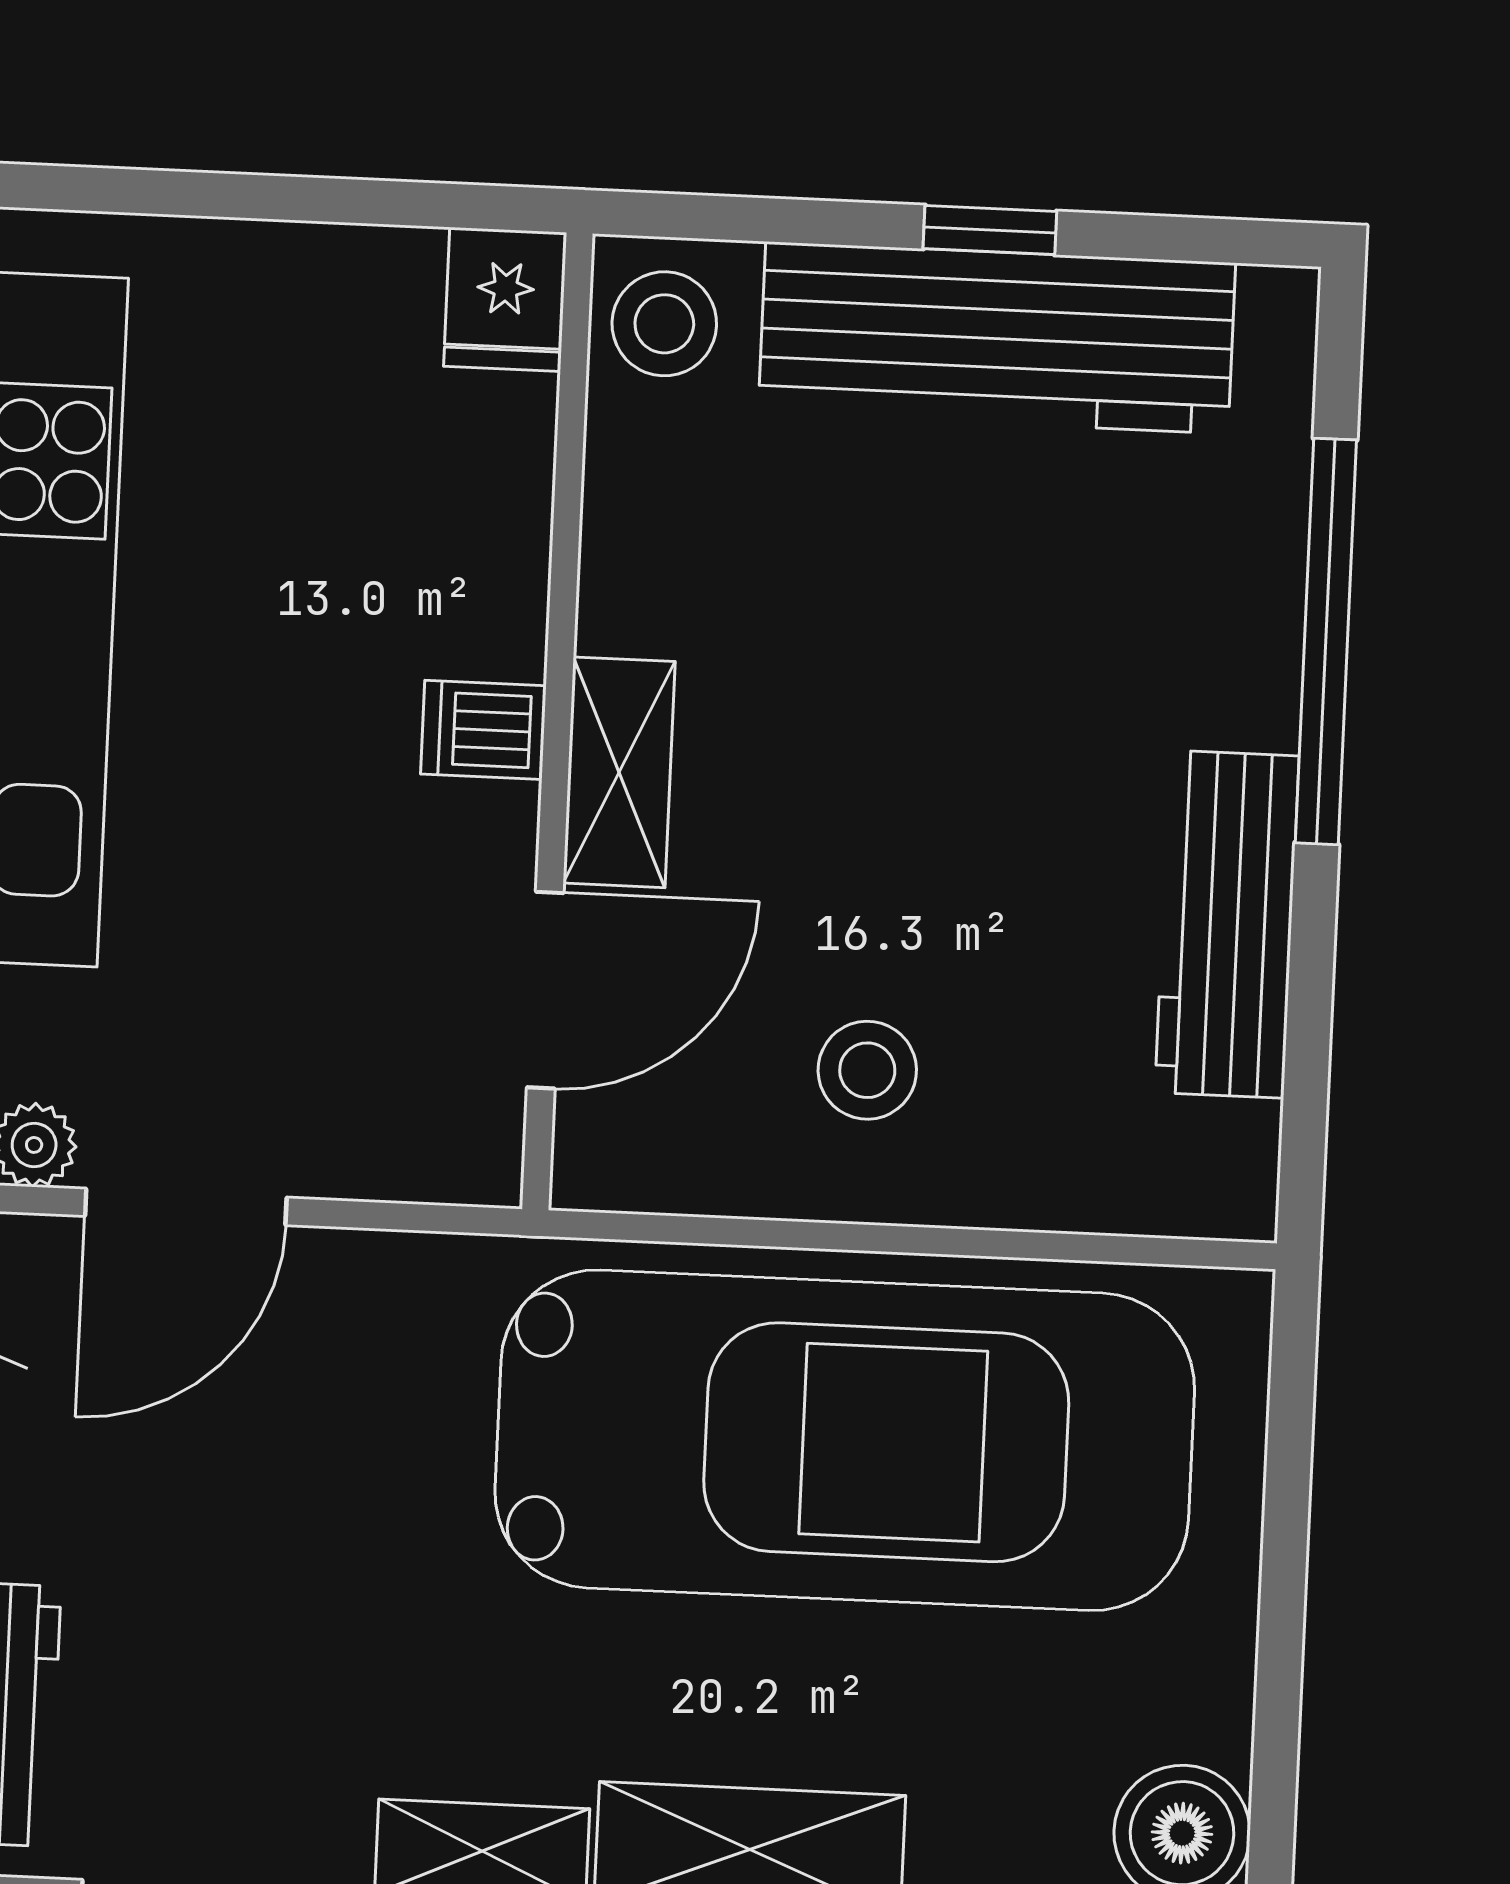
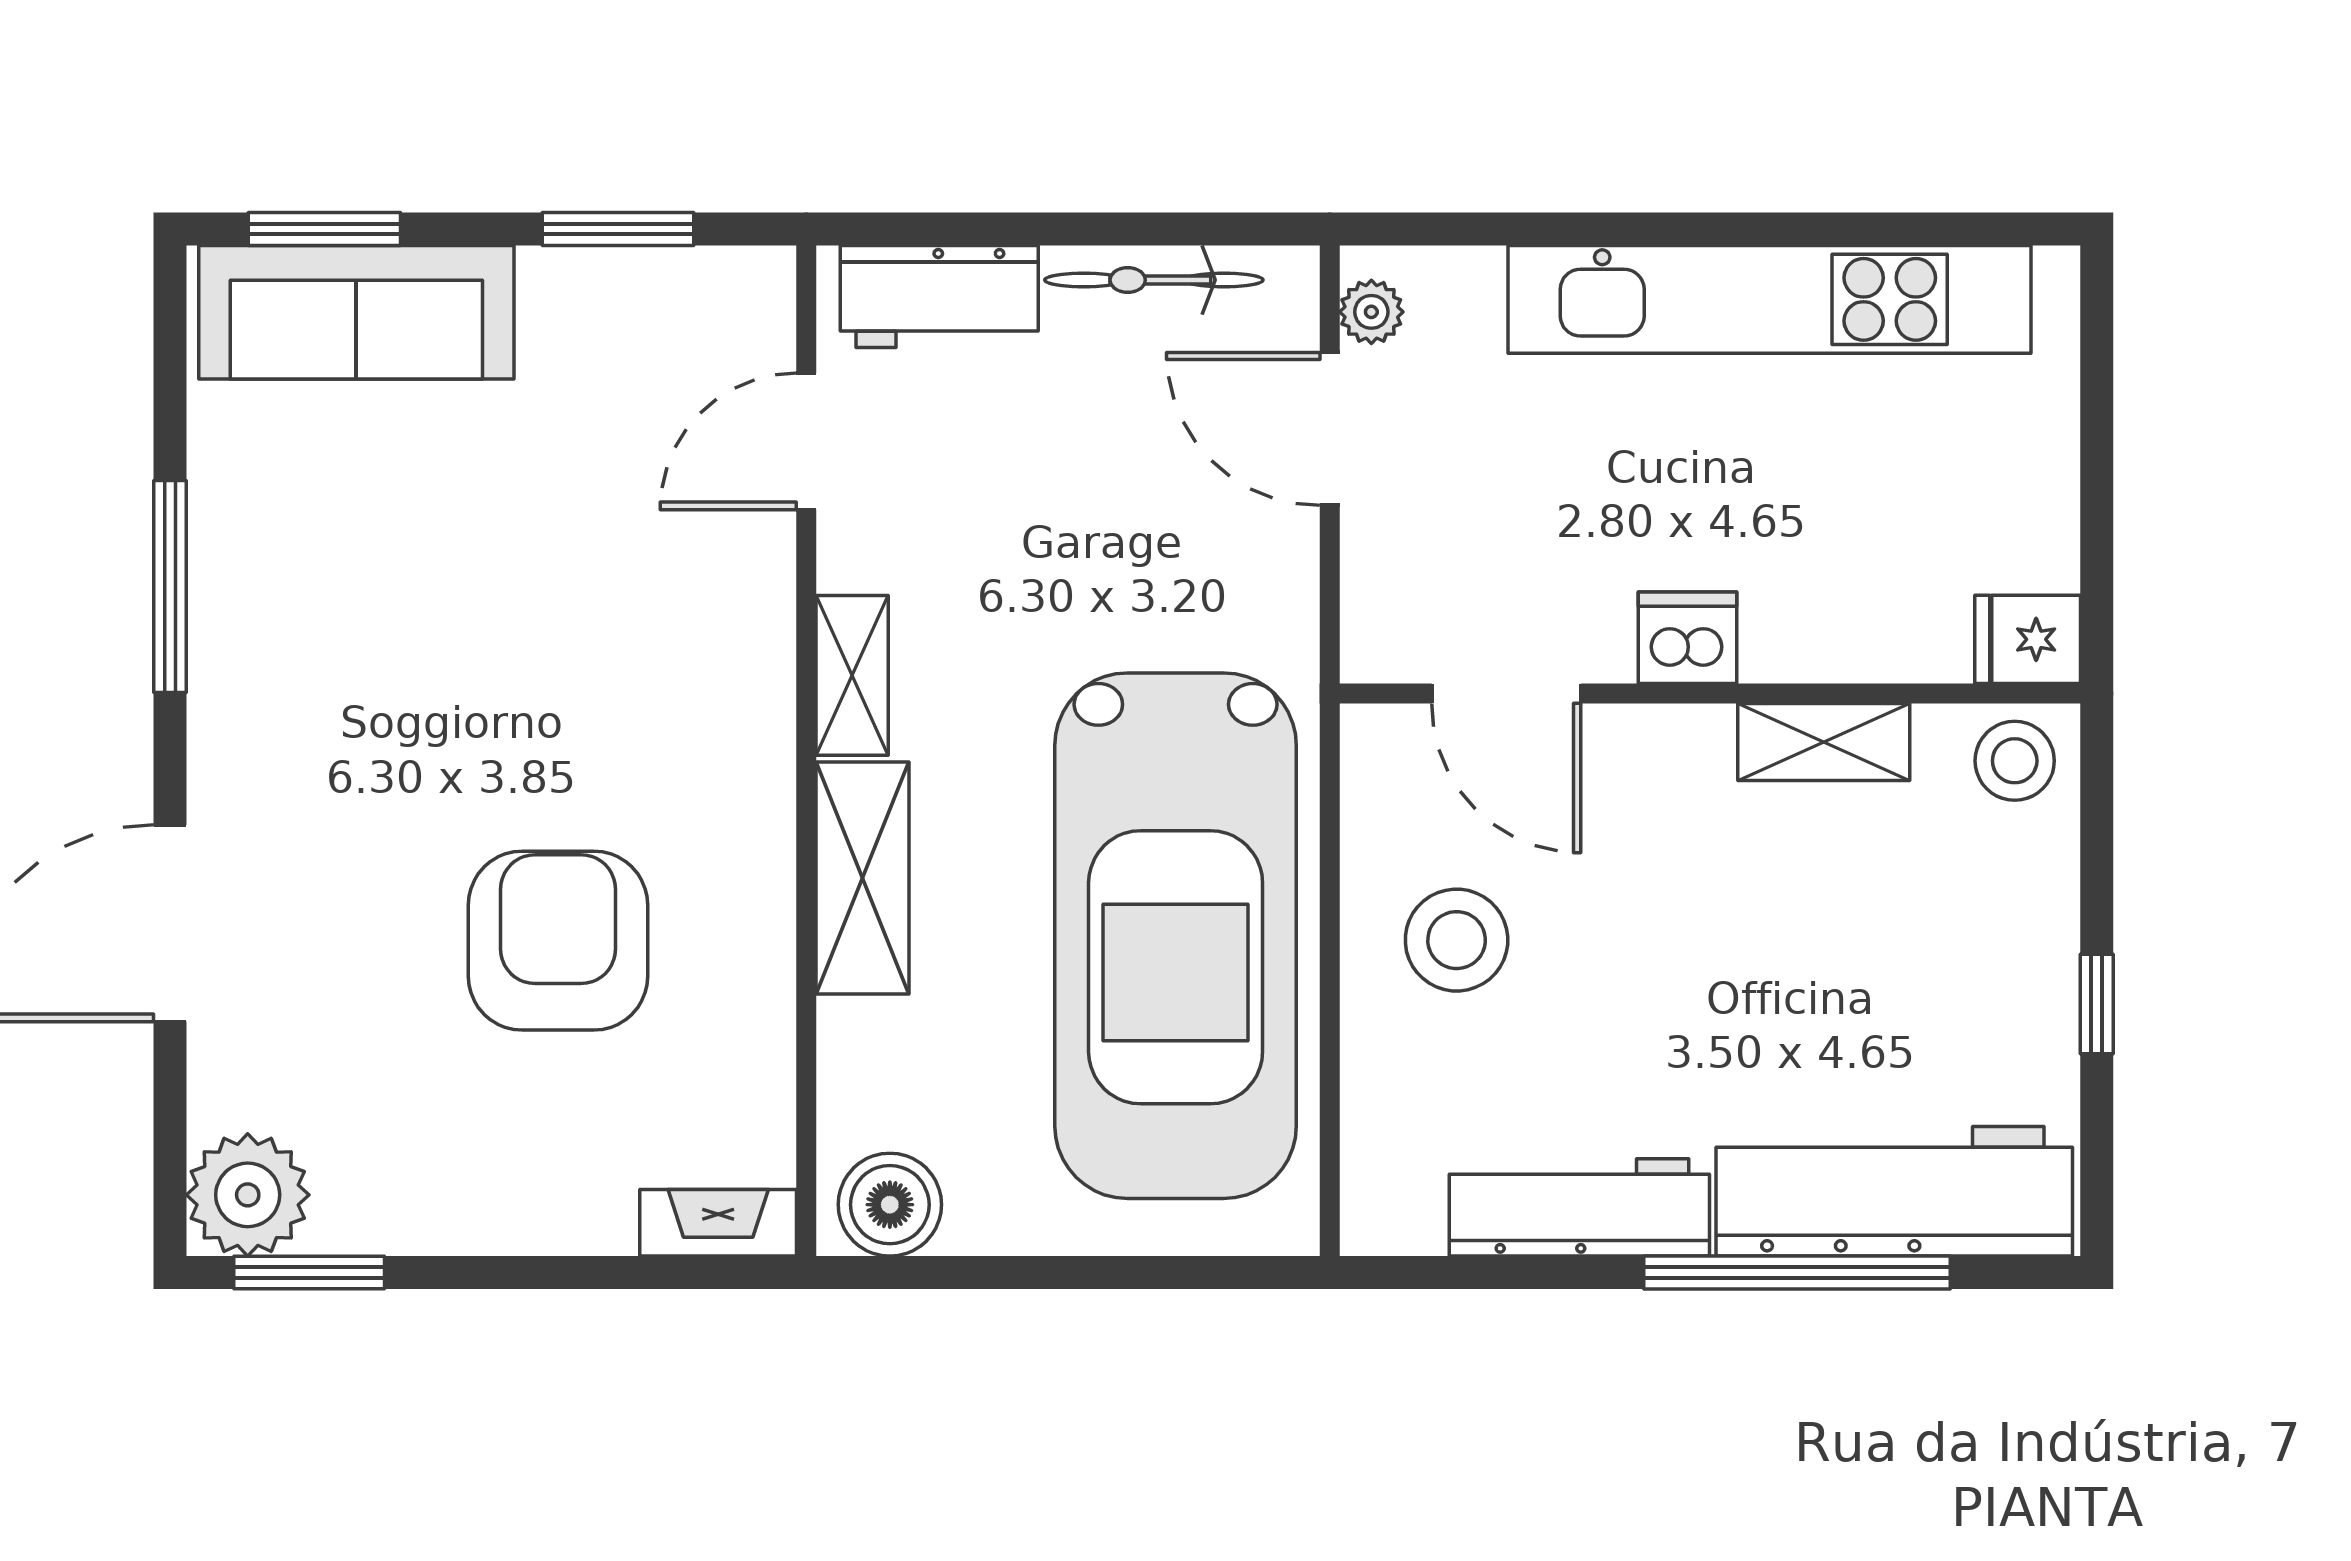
workbench: (997, 338) -> (1894, 1191), moved, turned 90
dishwasher: (483, 730) -> (1687, 638), width x1.38
shelving: (619, 772) -> (1824, 742), moved
stool: (867, 1070) -> (1457, 940), width x1.38, depth x1.38

